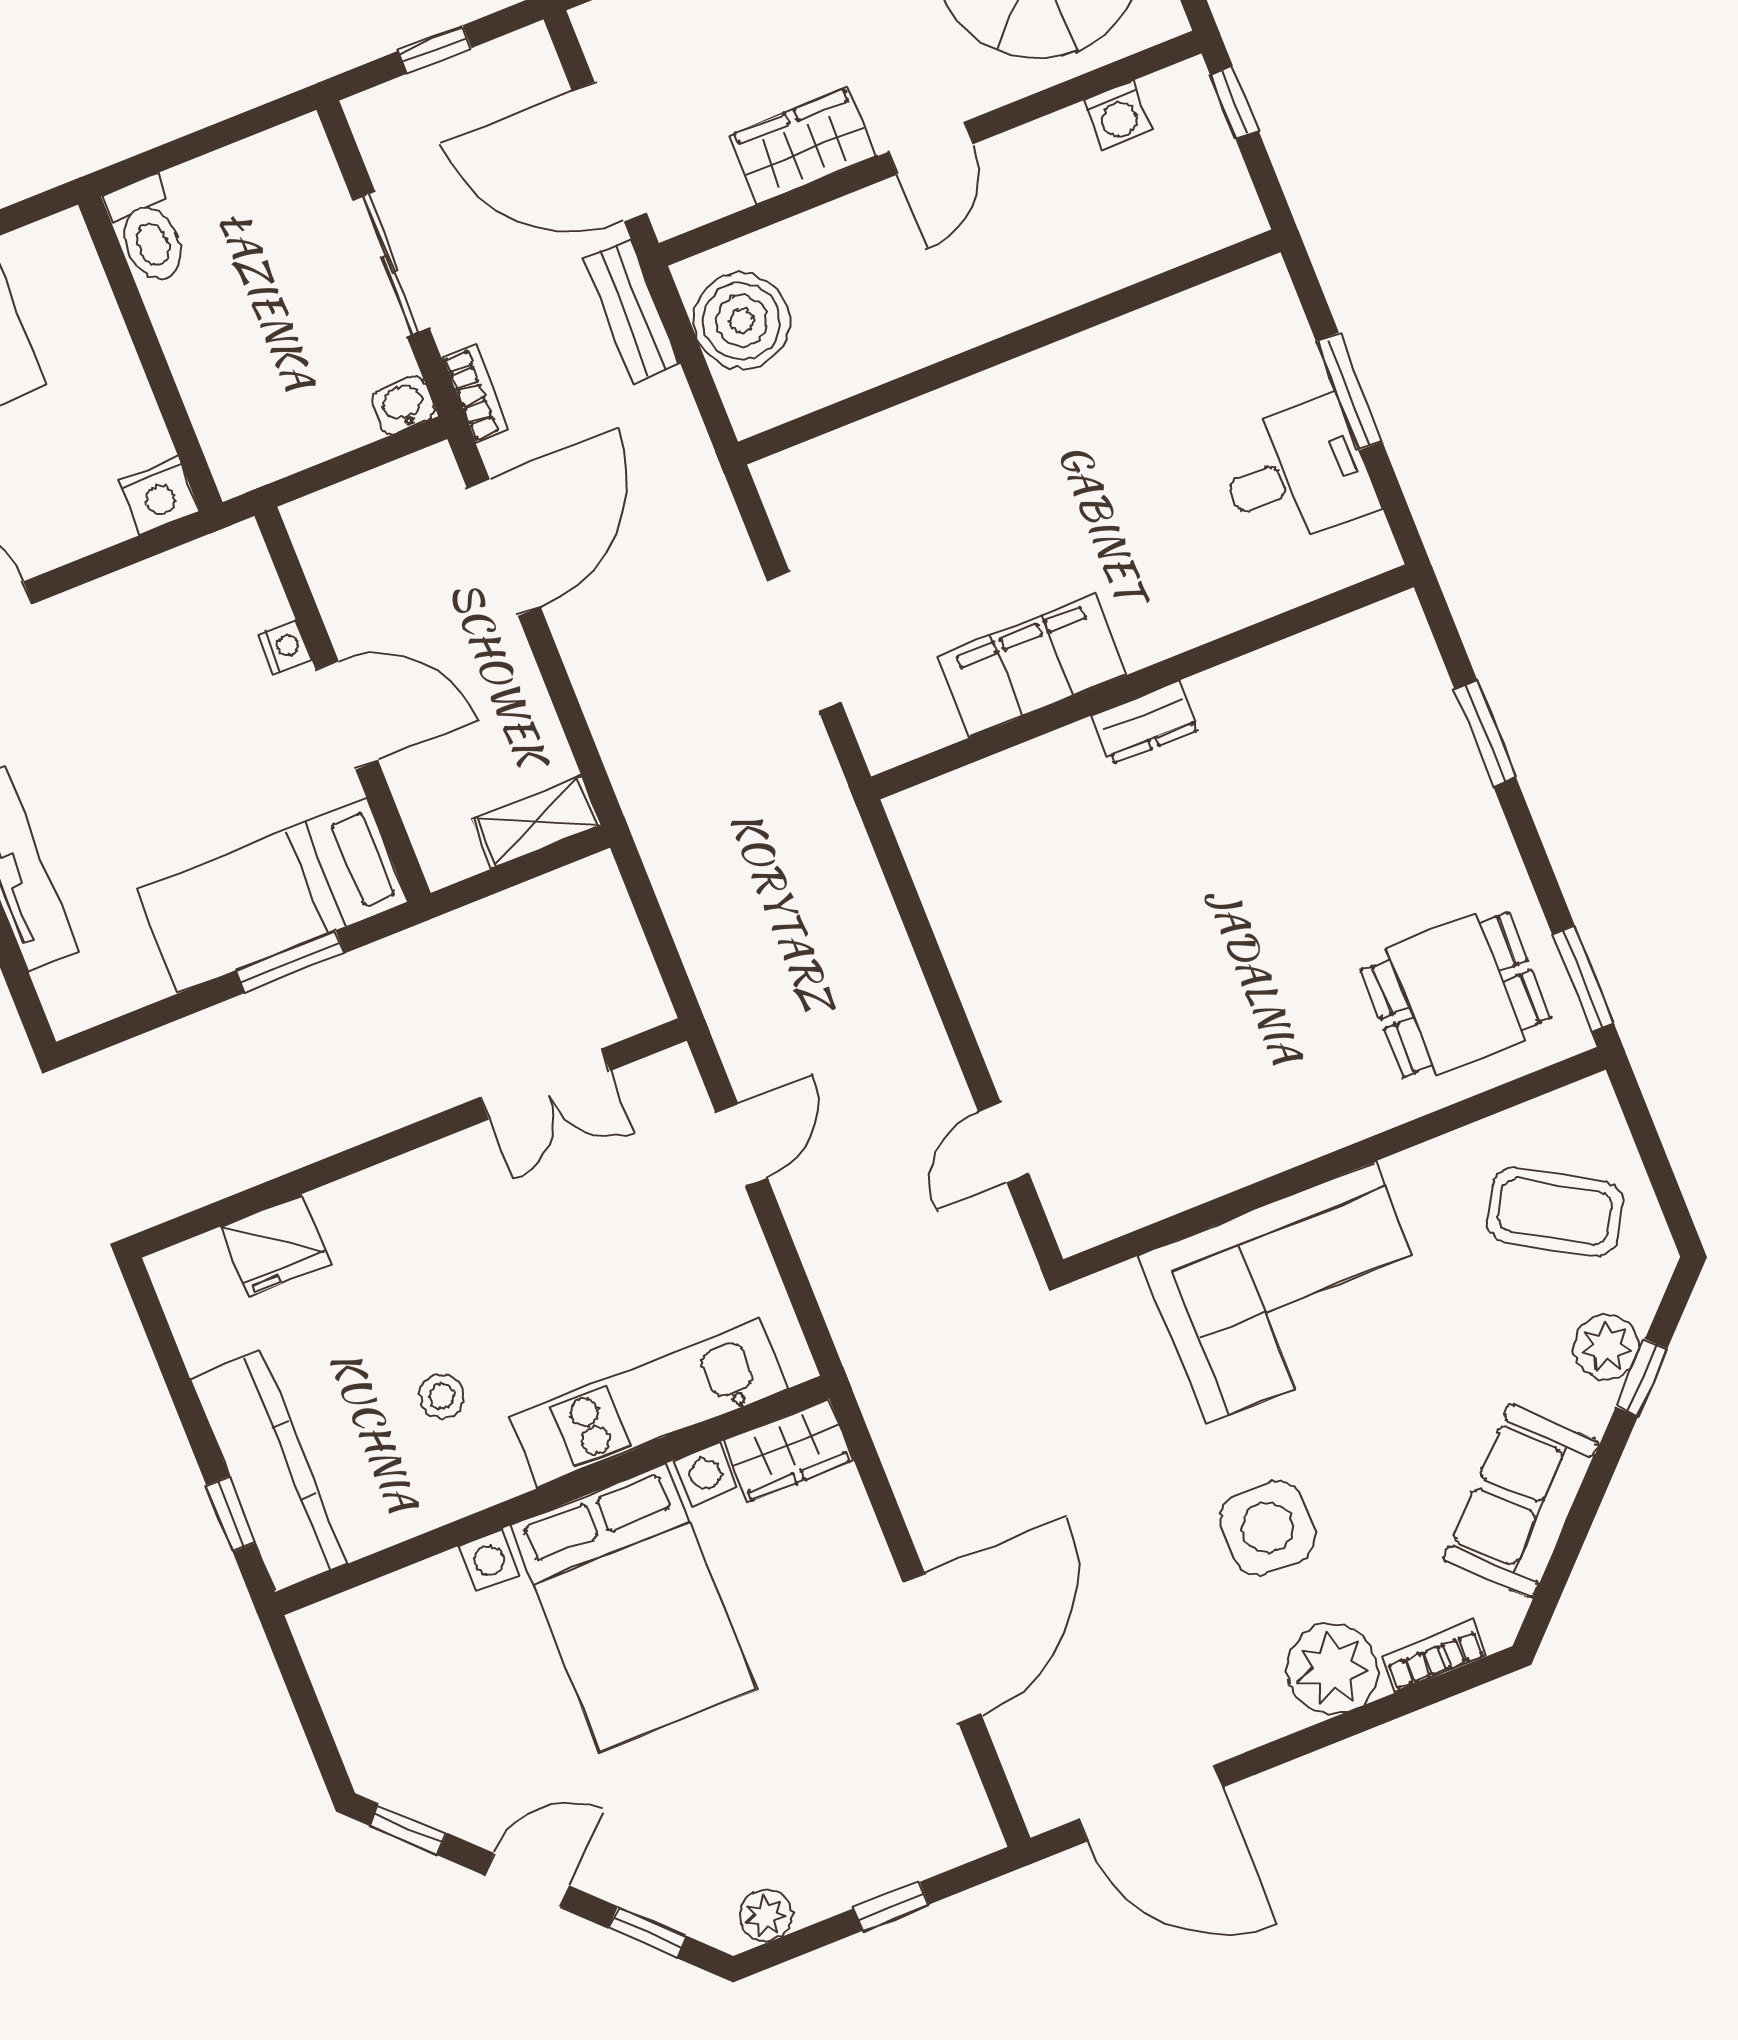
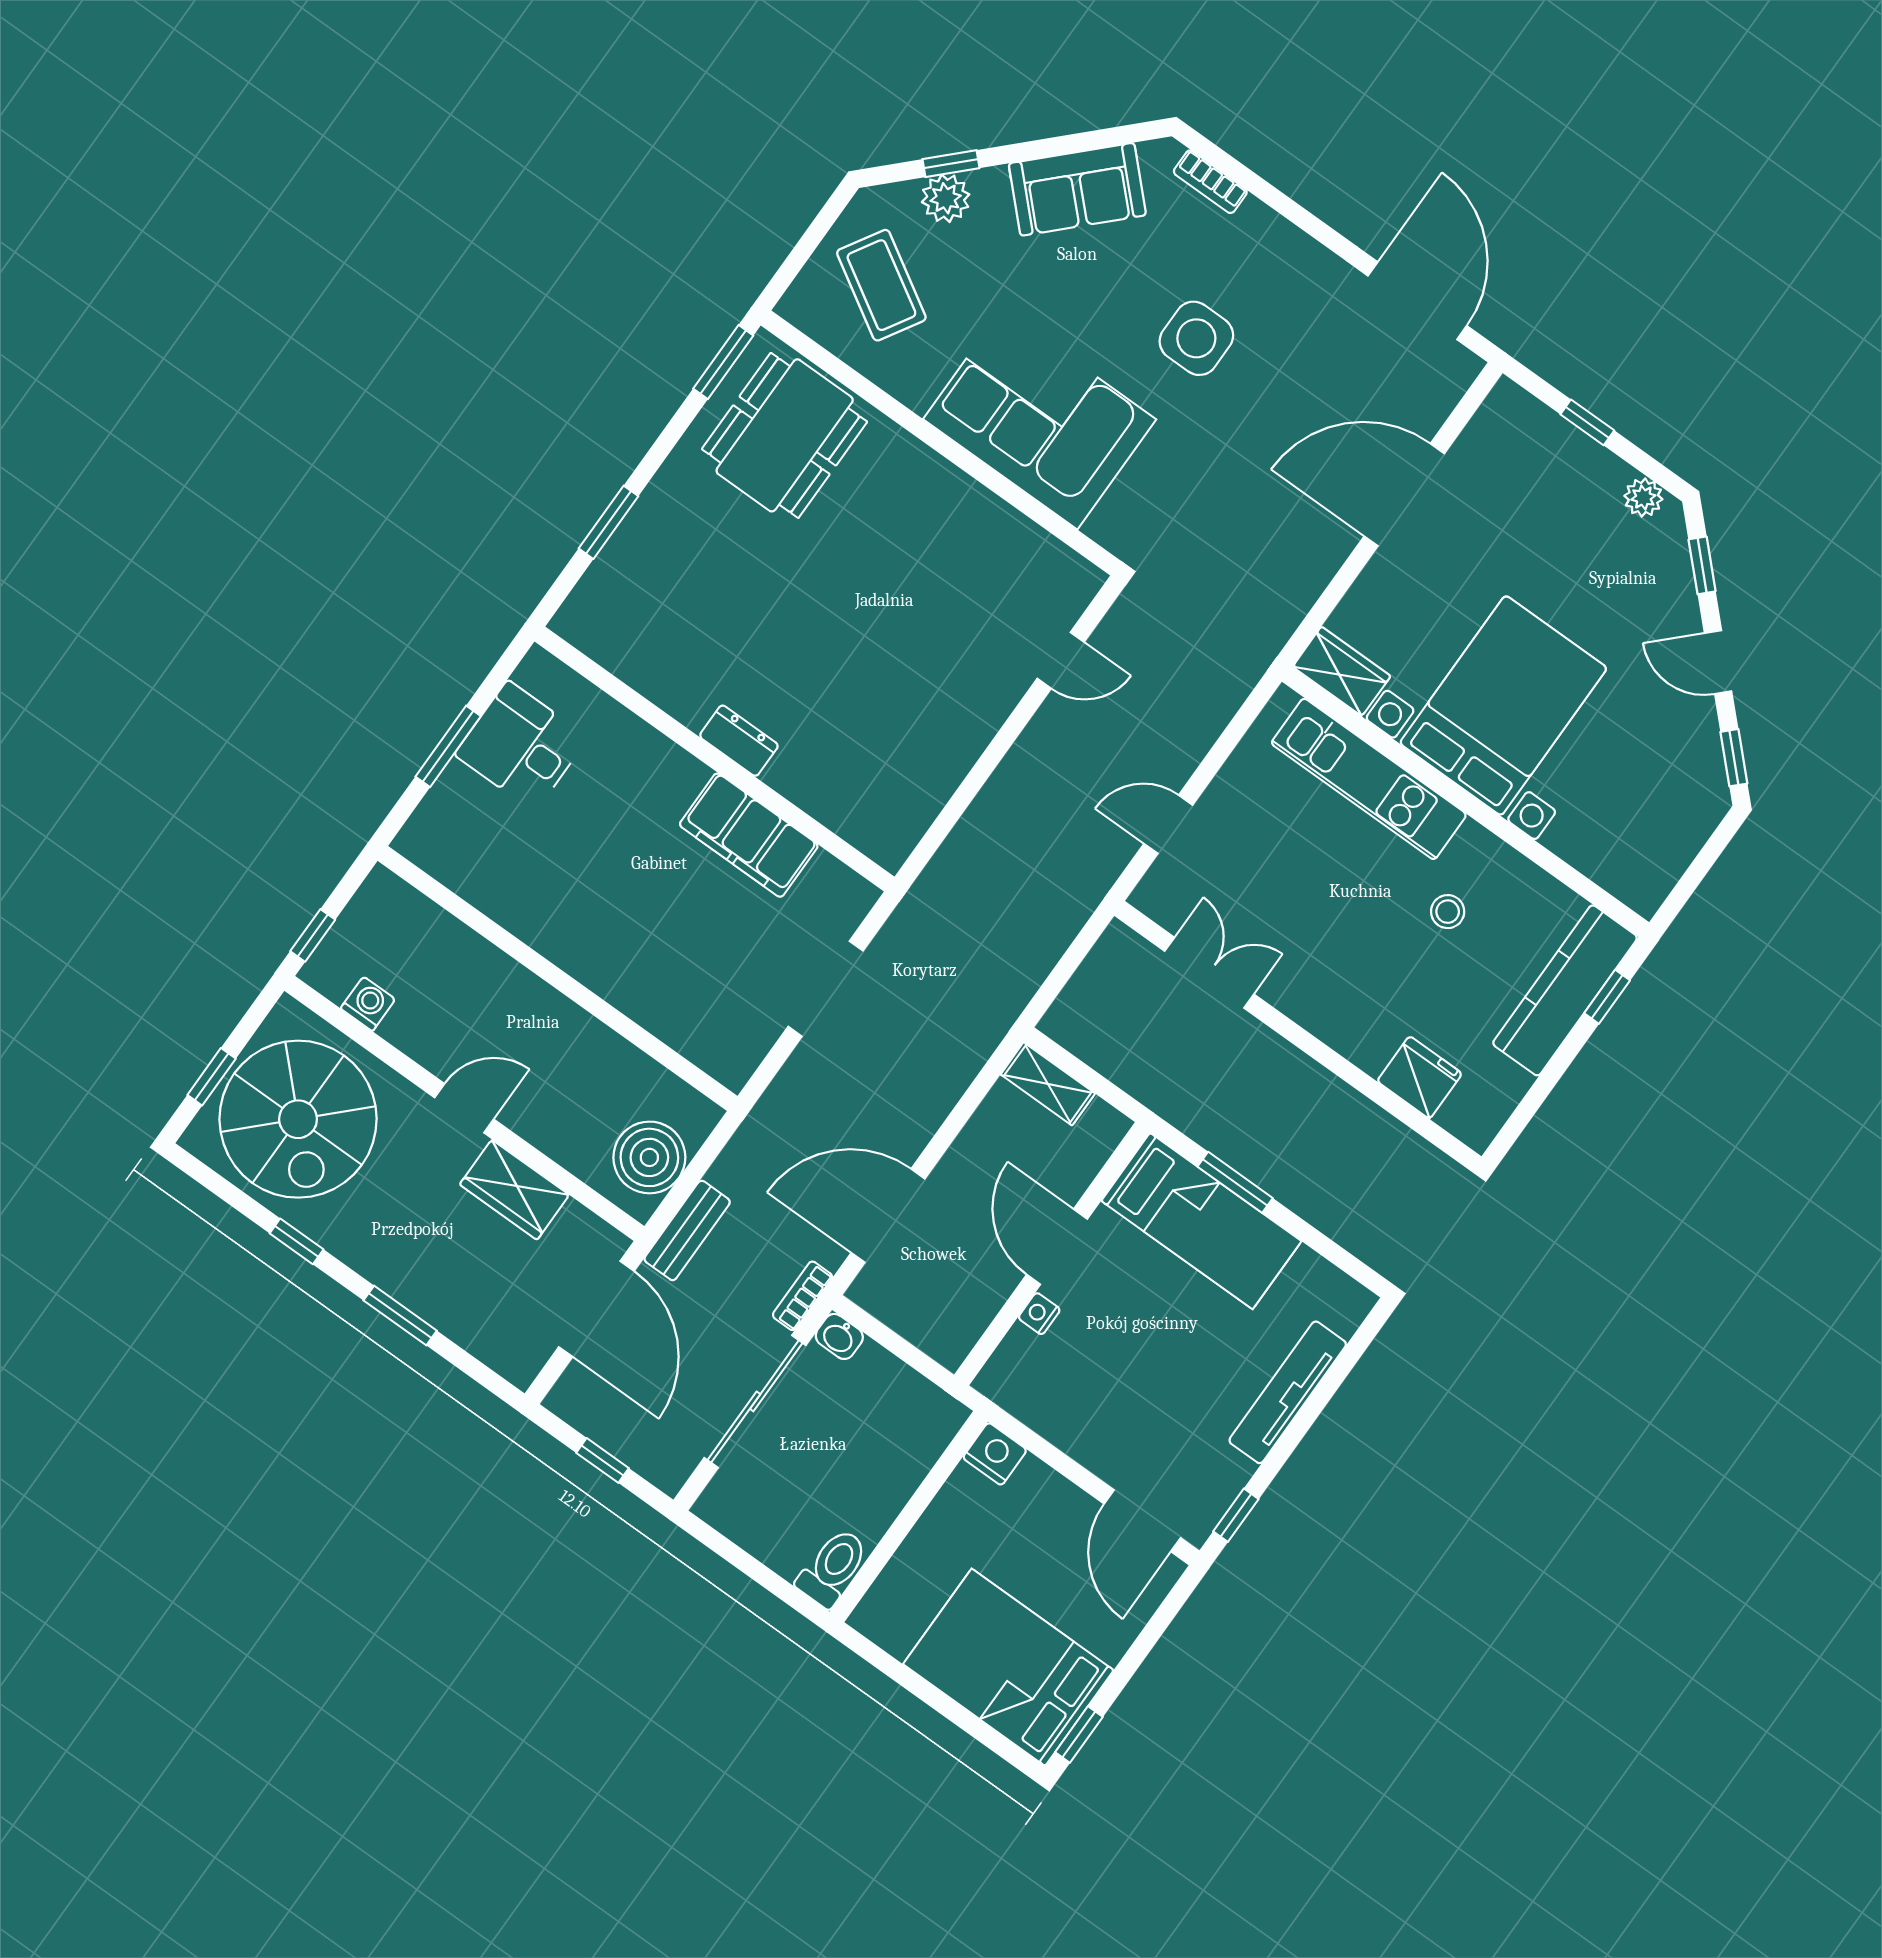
sliding door: (391, 264) -> (755, 1401), width x1.37
dining table: (1456, 994) -> (785, 435), width x1.38
plant: (1332, 1669) -> (1259, 241), removed

